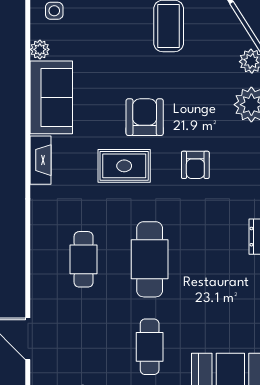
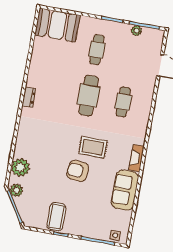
plant: (40, 49) -> (126, 216), removed
armchair: (145, 117) -> (78, 171), turned 96
armchair: (195, 165) -> (56, 141), removed

